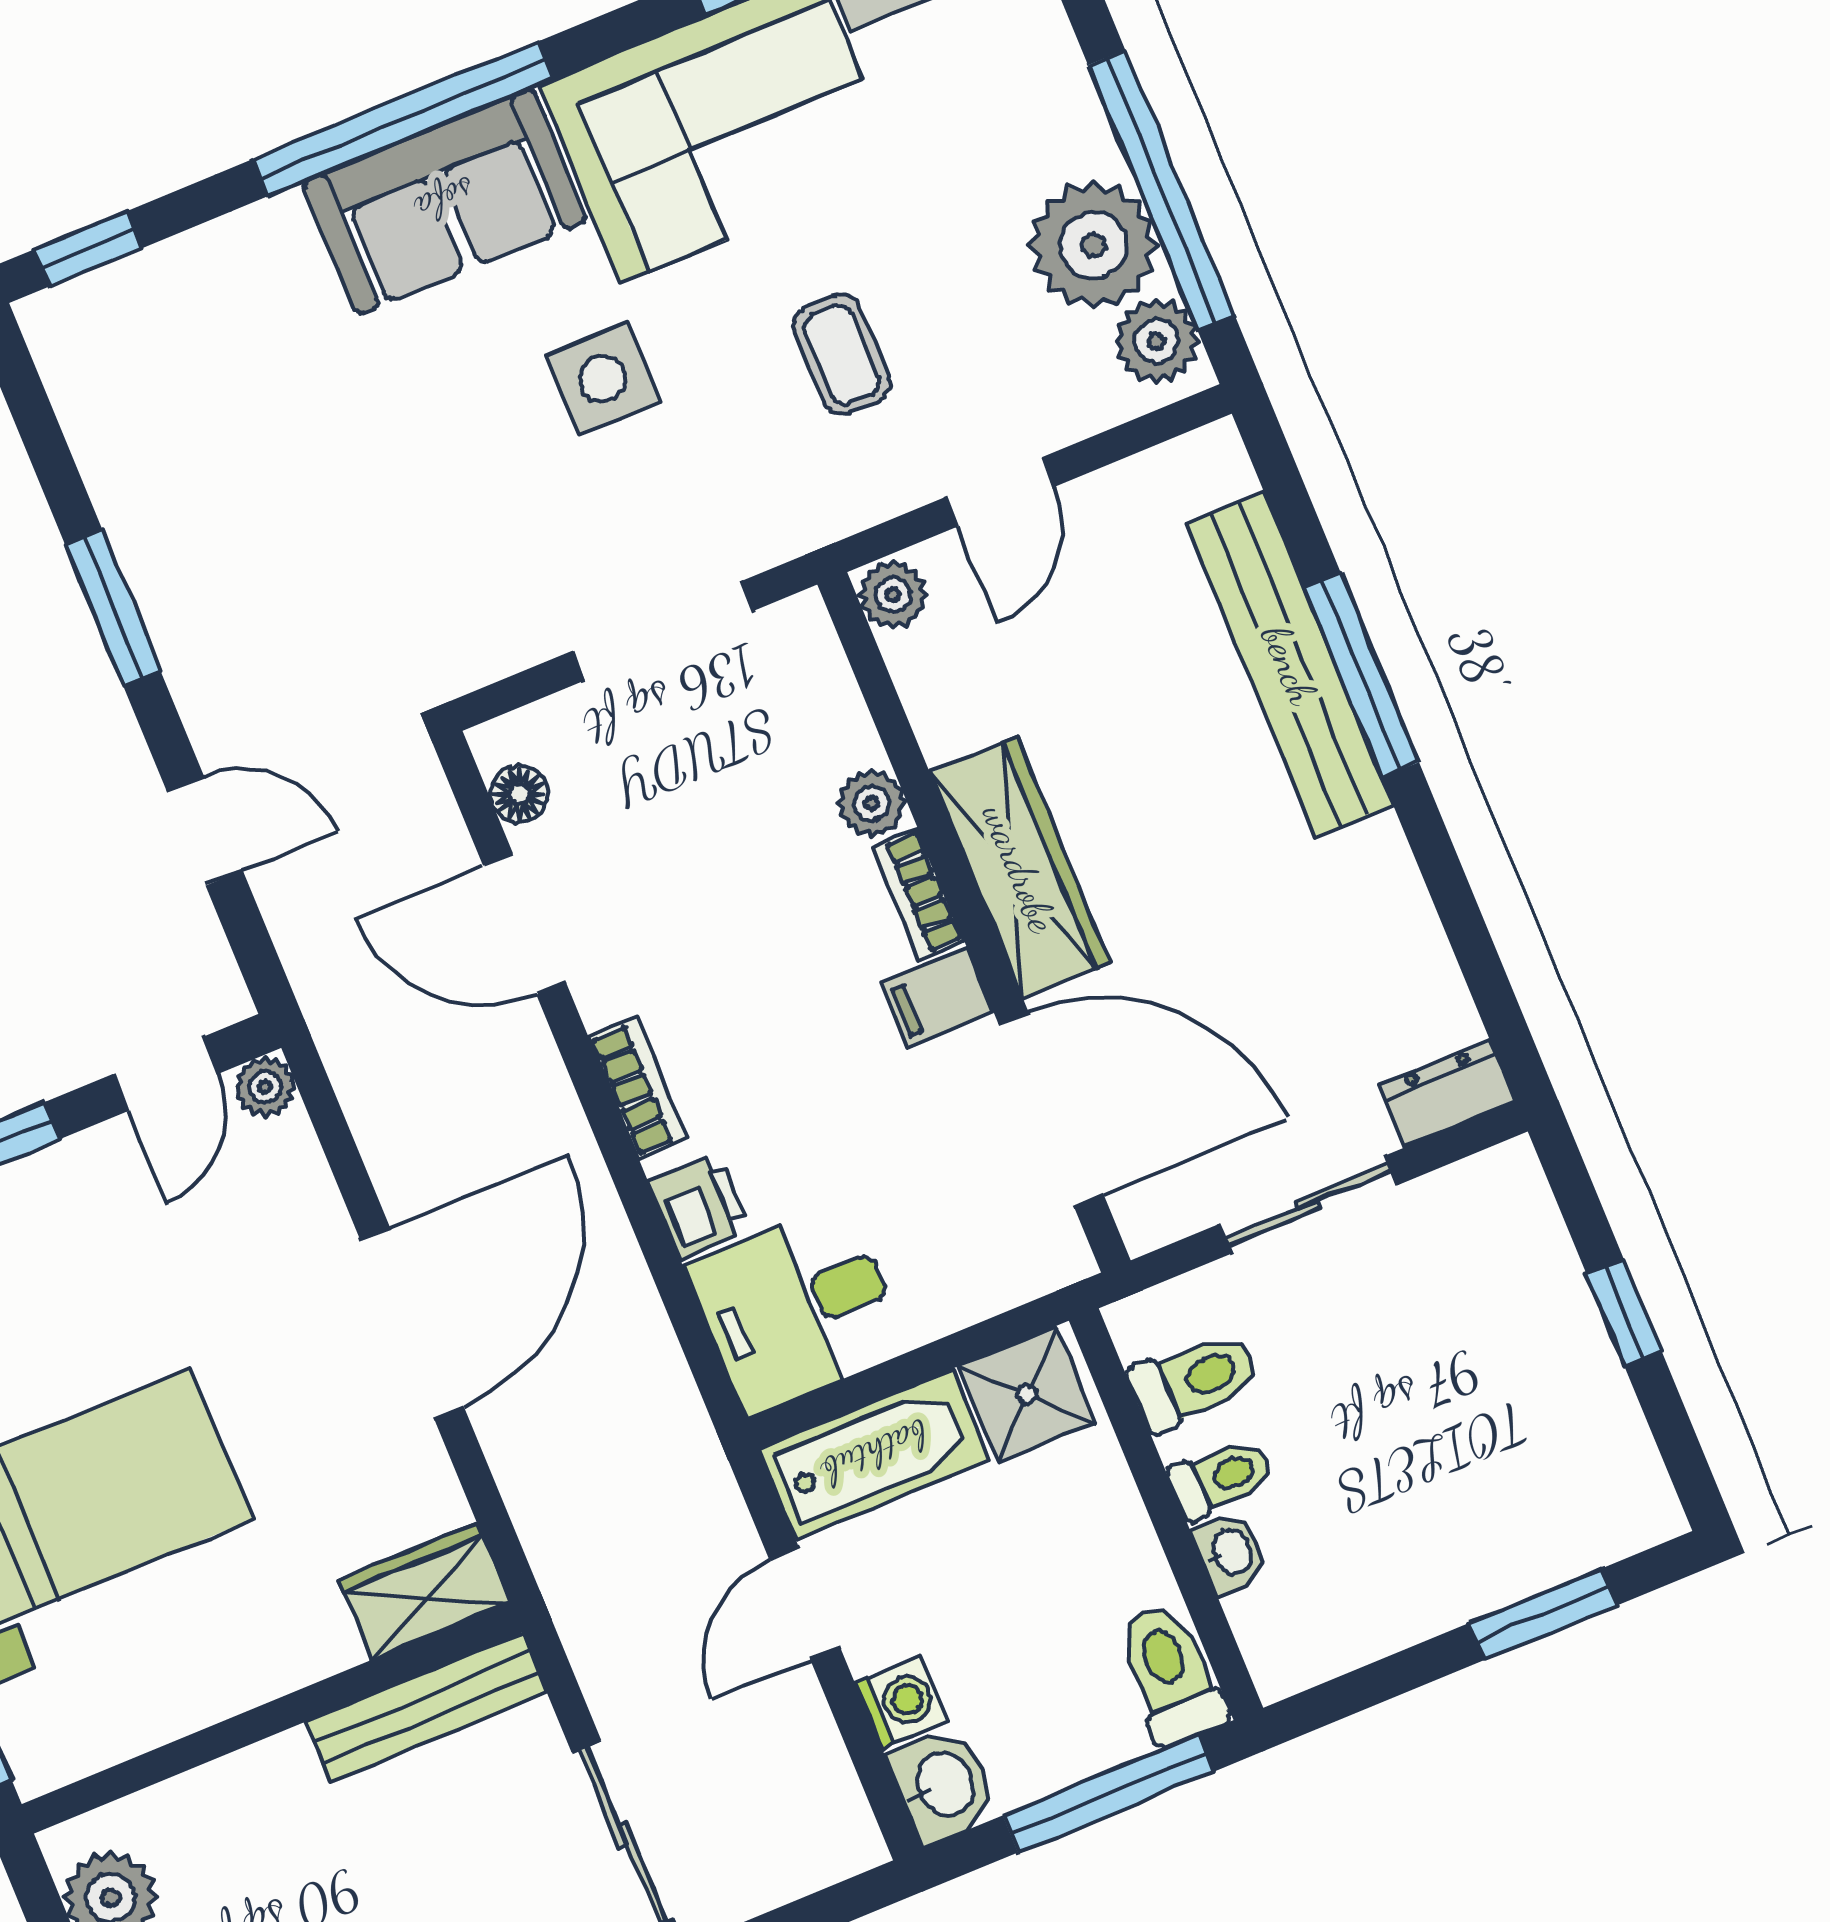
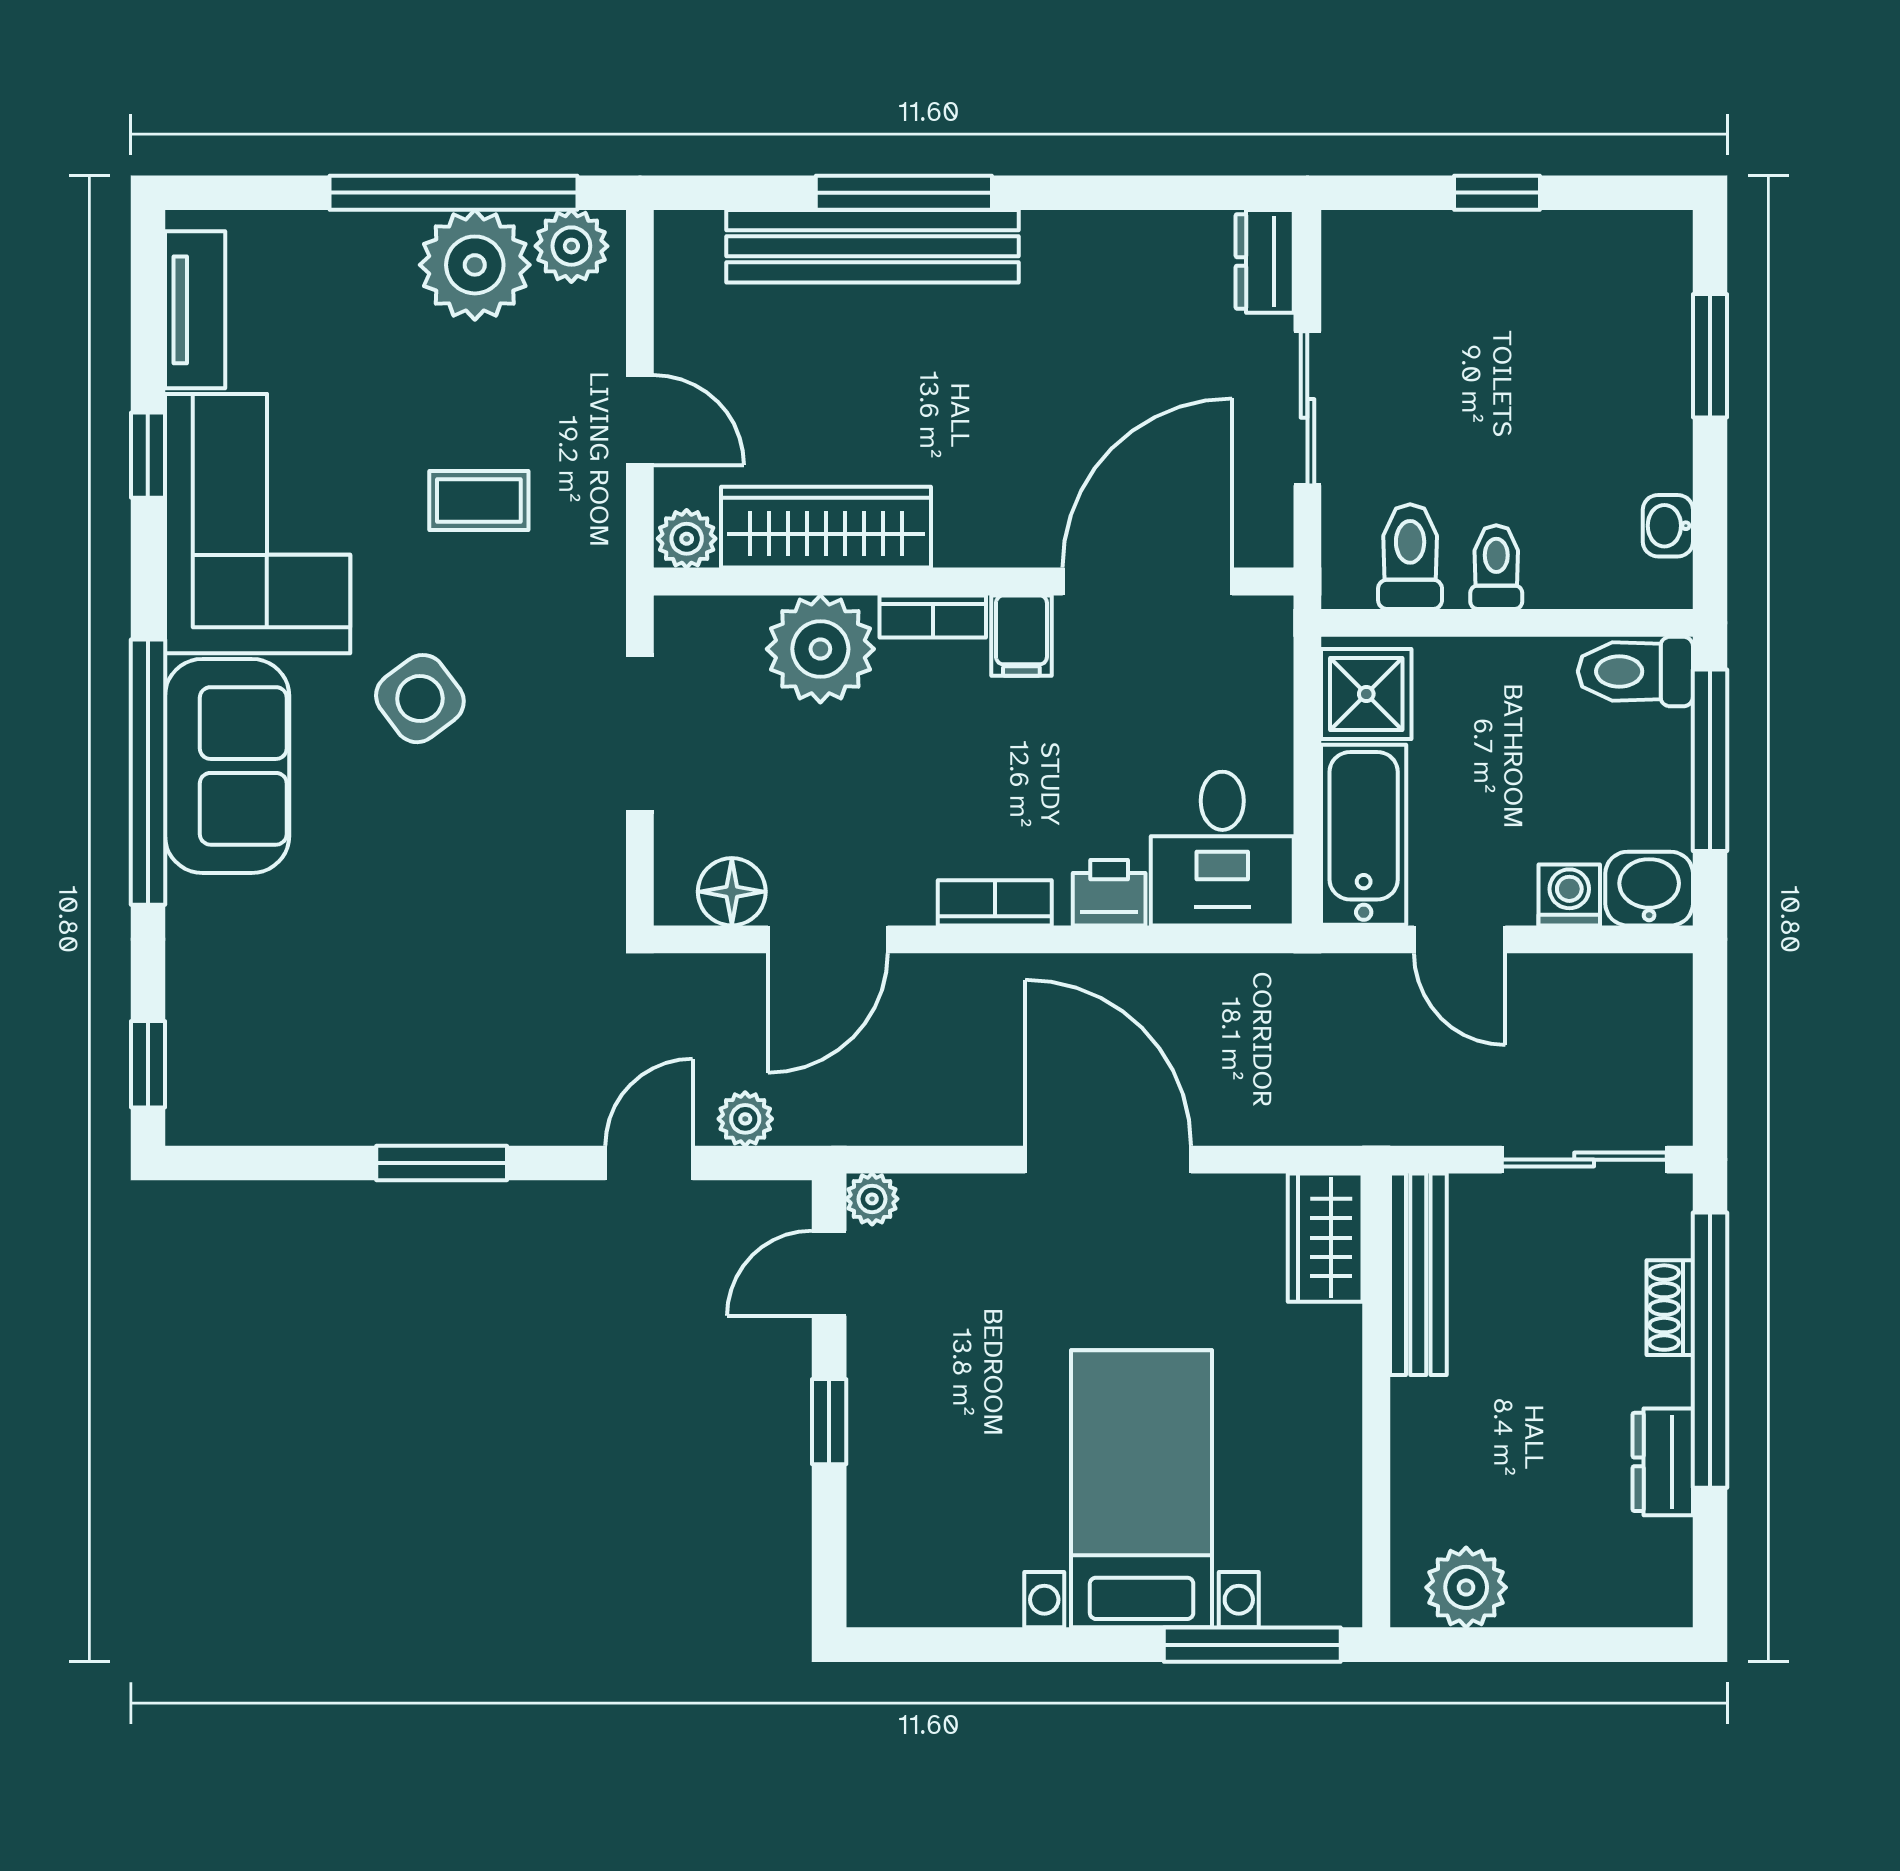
side table: (603, 379) -> (420, 699), turned -37
floor lamp: (519, 794) -> (732, 892), width x1.37, depth x1.37
plant: (872, 803) -> (820, 649), width x1.88, depth x1.88
wardrobe: (1020, 868) -> (826, 527), moved
plant: (295, 915) -> (745, 1119), added
door: (166, 1074) -> (829, 1273), swing flipped
washbasin: (1230, 1552) -> (1668, 526), moved, turned -90

